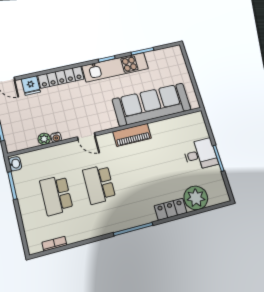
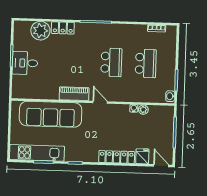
kitchen unit: (115, 67) -> (37, 153), moved
door: (86, 136) -> (100, 102), moved

